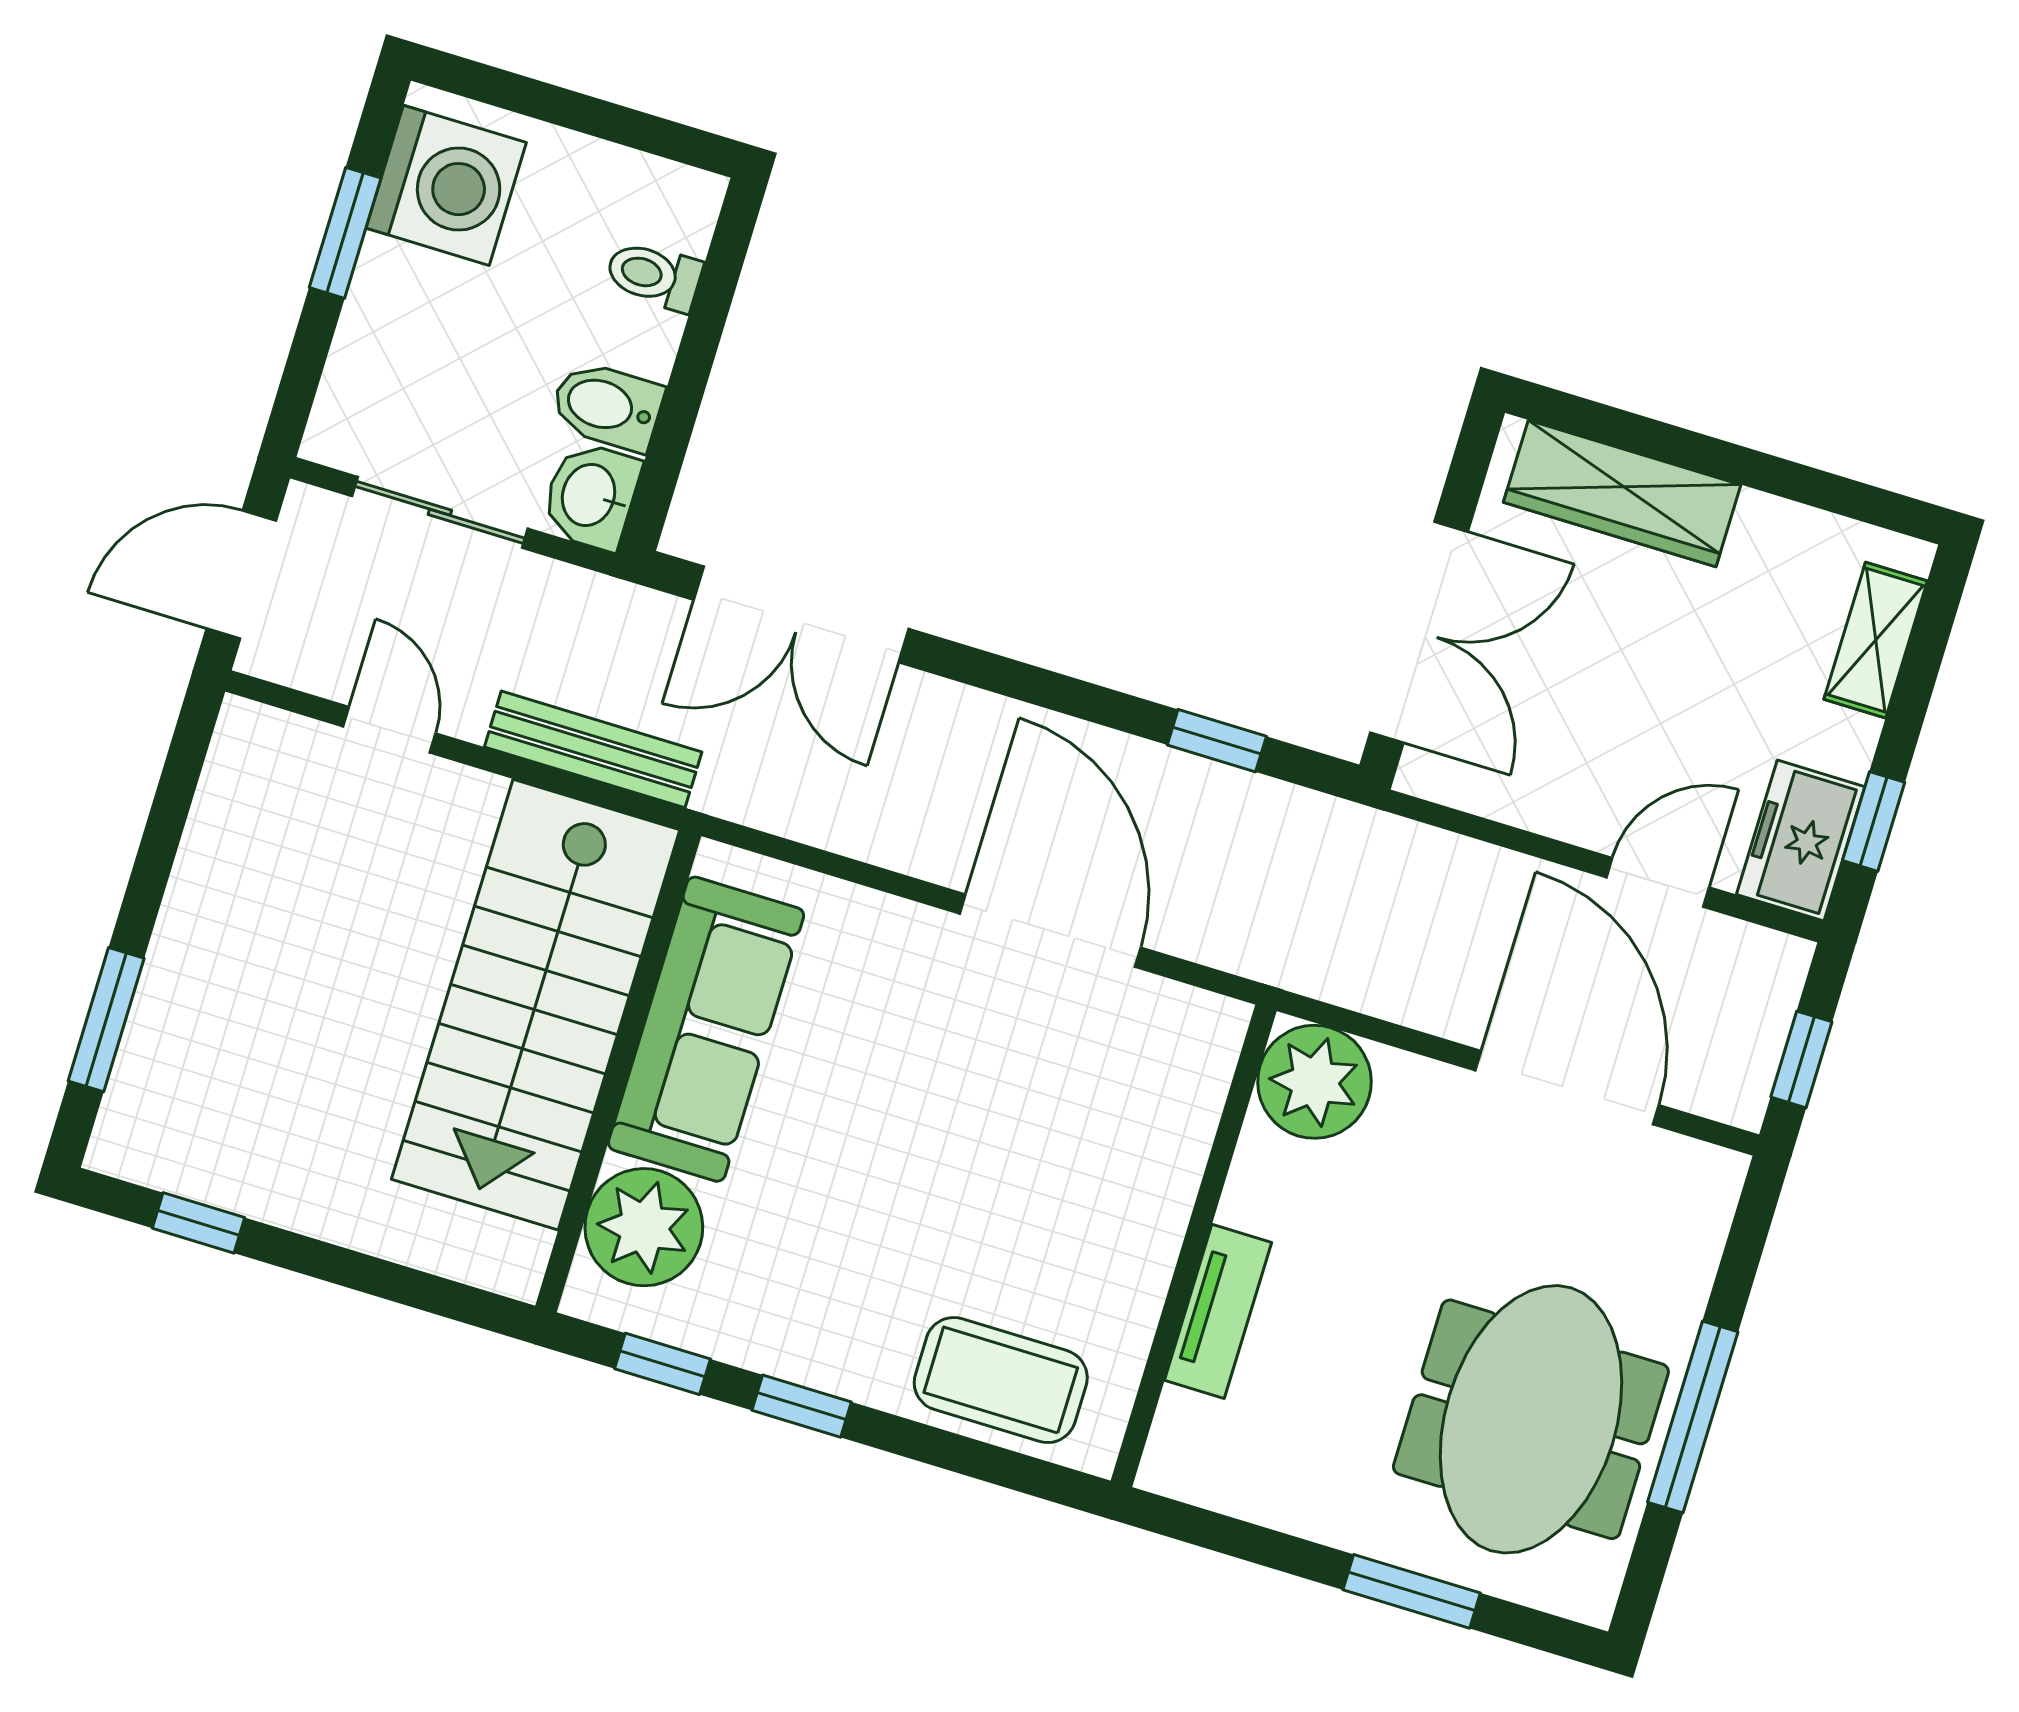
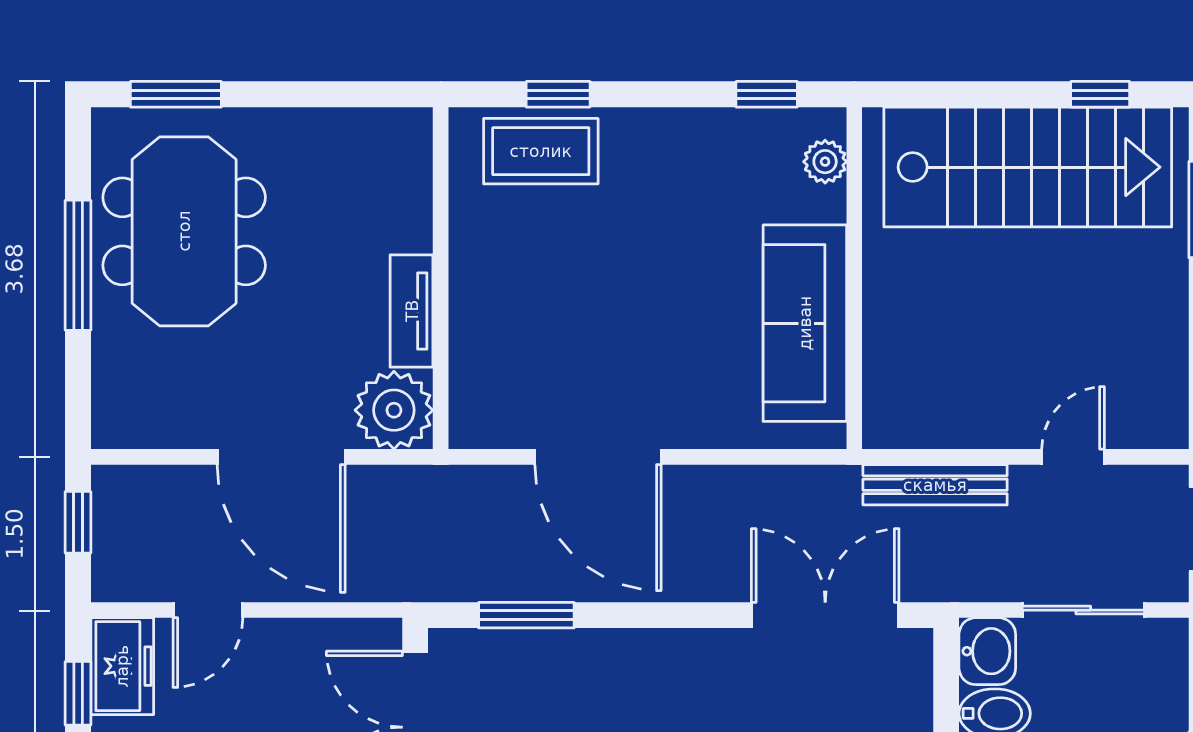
door: (389, 730) -> (1073, 457), swing flipped
window: (1217, 741) -> (526, 615), width x1.50
stairs: (536, 1005) -> (1028, 167), moved, turned 90
door: (1567, 1088) -> (281, 457), moved
plant: (644, 1227) -> (825, 162), width x0.53, depth x0.53
tv unit: (1218, 1311) -> (412, 311), moved
window: (802, 1406) -> (558, 94), moved
window: (1412, 1591) -> (176, 94), moved

